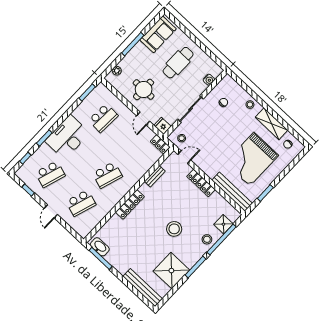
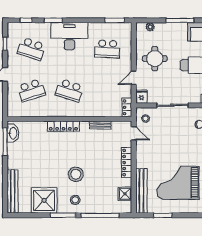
school desk: (81, 203) -> (31, 90), turned -36
shower: (223, 224) -> (125, 194), moved
stool: (207, 239) -> (75, 200), moved

